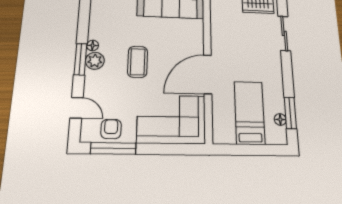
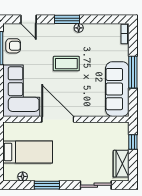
plant: (95, 61) -> (66, 30), removed
door: (77, 108) -> (29, 19), hinge flipped
window: (290, 113) -> (47, 185), moved

